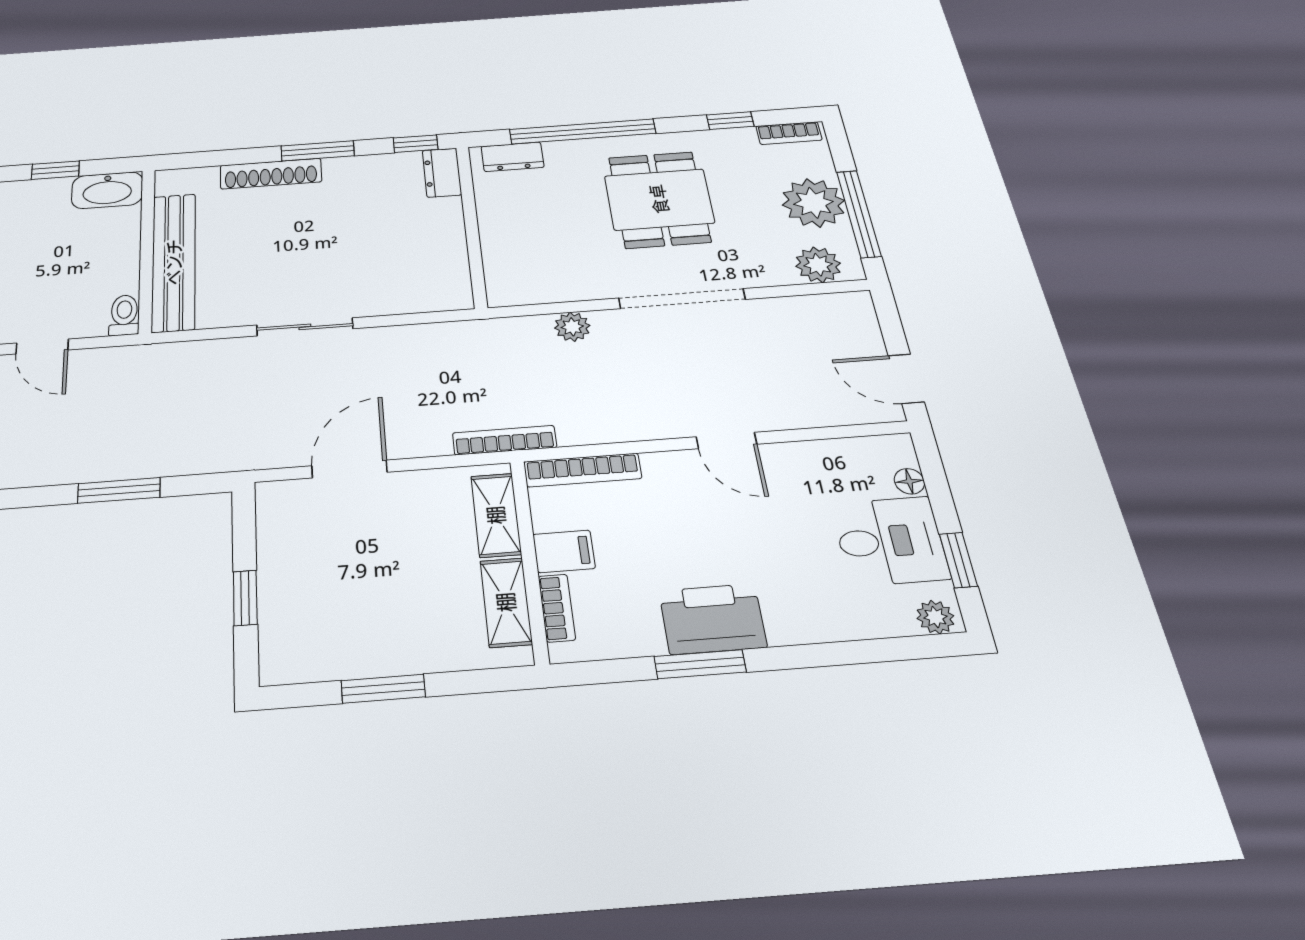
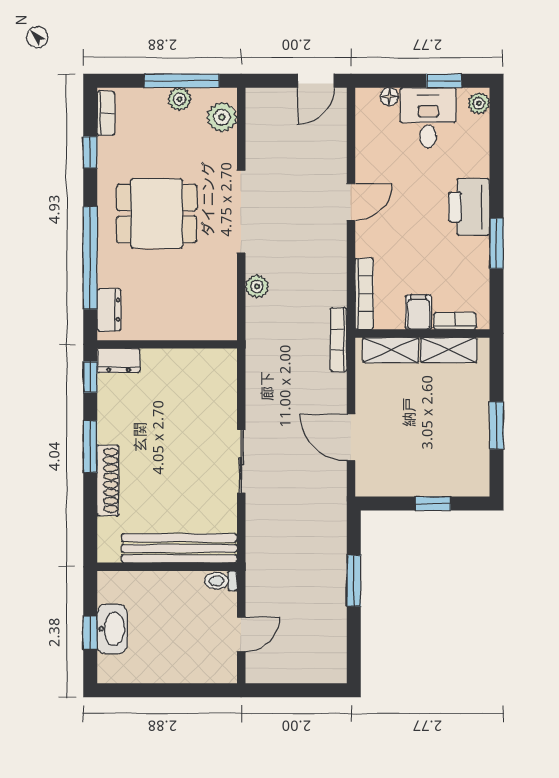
washbasin: (107, 190) -> (112, 629), moved
plant: (813, 203) -> (180, 99), width x0.53, depth x0.53
printer: (713, 619) -> (469, 207), moved

